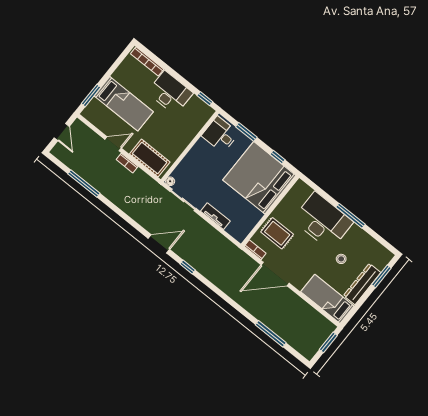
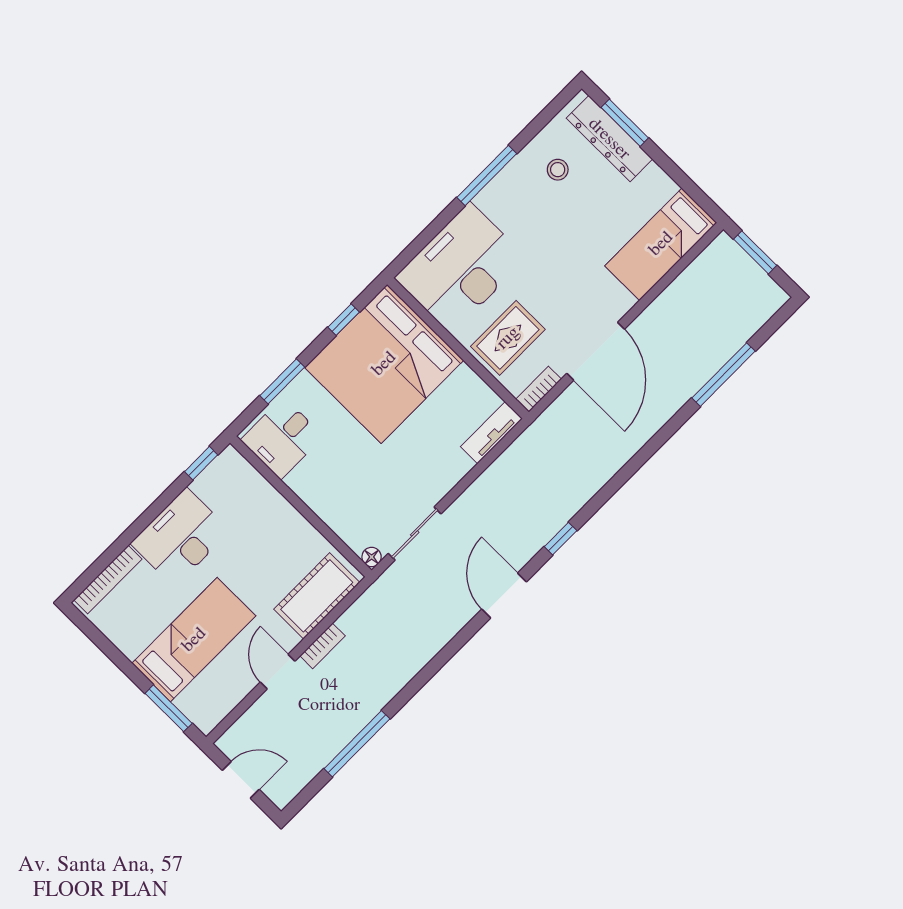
tv unit: (215, 216) -> (491, 433), moved
desk: (323, 221) -> (461, 268), moved
stool: (341, 259) -> (558, 170), moved
dresser: (362, 284) -> (609, 139), moved

